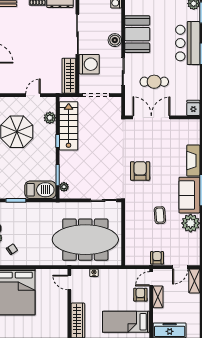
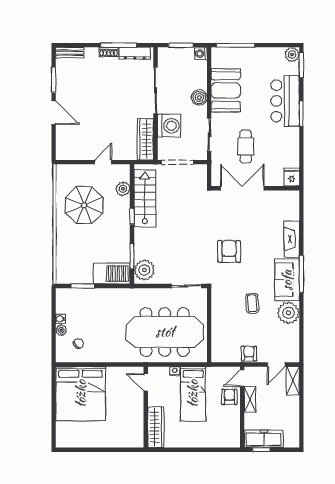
cafe table: (154, 82) -> (246, 146), turned 90
plant: (64, 187) -> (144, 270), width x1.87, depth x1.87
bed: (126, 322) -> (193, 394), moved, turned -90

